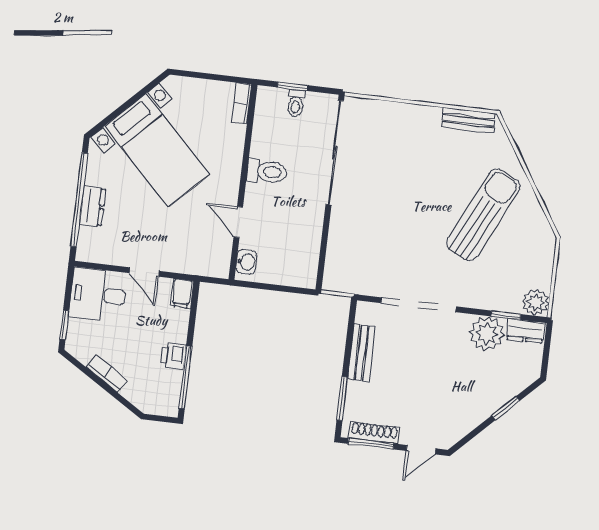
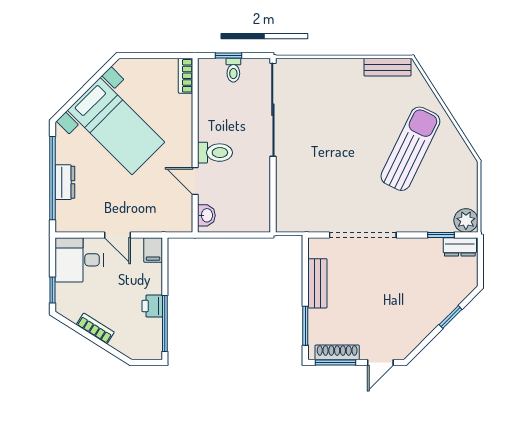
toilet: (267, 172) -> (215, 153), moved
plant: (487, 334) -> (426, 253), removed

